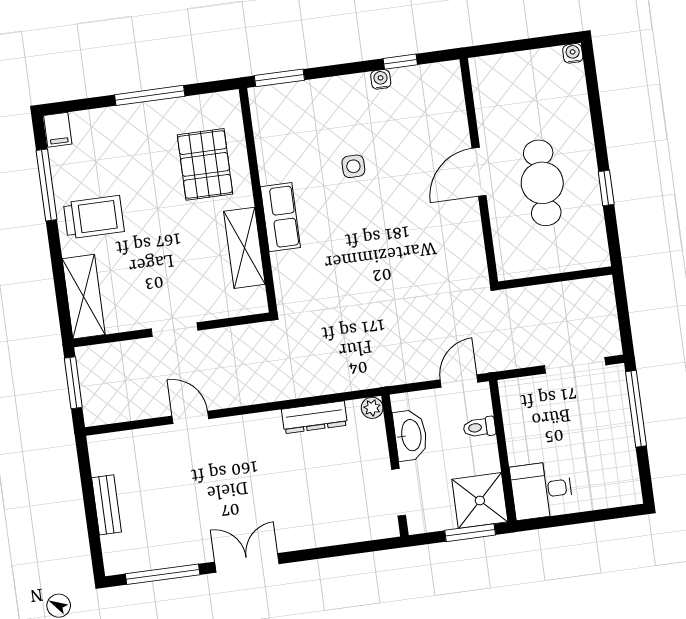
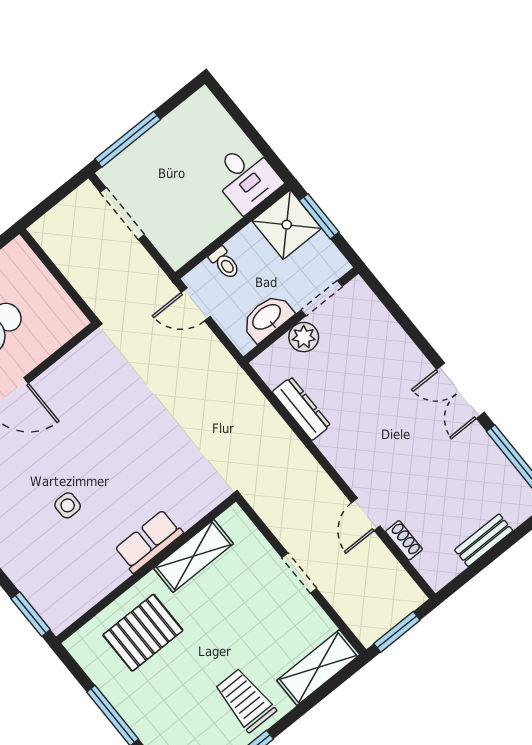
plant: (372, 408) -> (304, 337), moved, width x1.38, depth x1.38
shoe rack: (148, 436) -> (404, 540), added

